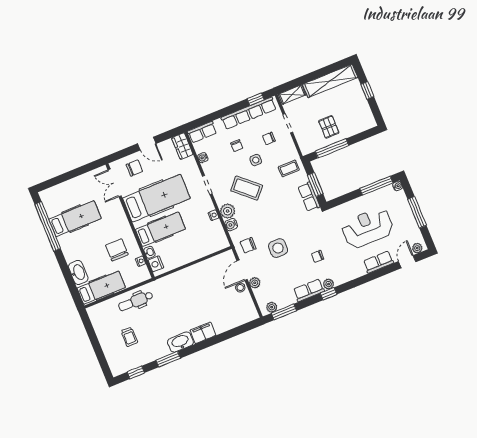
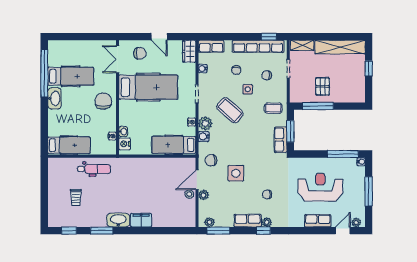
hospital bed: (160, 229) -> (174, 145), moved, turned 180
chair: (117, 250) -> (103, 101), moved
washbasin: (78, 272) -> (54, 98), moved
dental chair: (136, 301) -> (94, 169), turned 180

